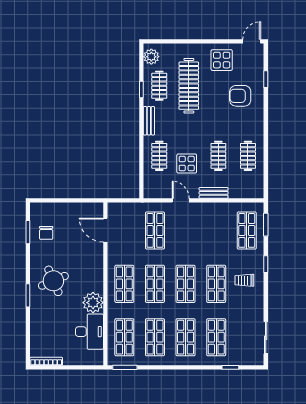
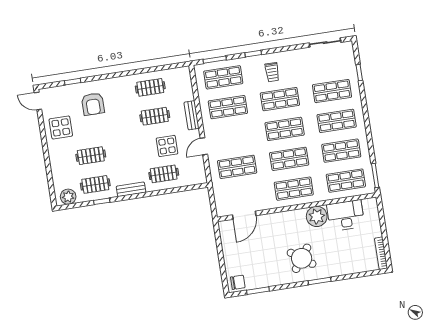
clothes rail: (189, 86) -> (91, 156), width x0.54, depth x0.76
shop shelf: (216, 230) -> (228, 107), added
chair: (46, 233) -> (238, 282), moved
round table: (53, 281) -> (302, 258), turned -31

